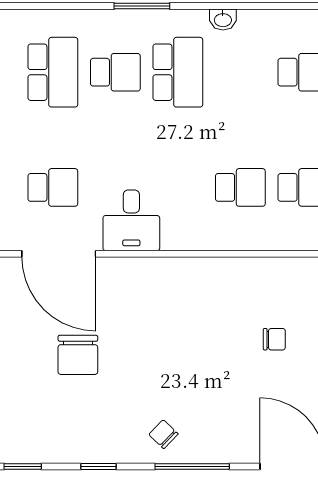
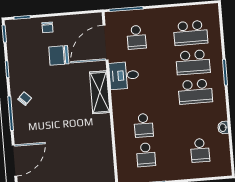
washbasin: (223, 20) -> (223, 128), moved
school desk: (115, 72) -> (193, 62), width x1.85
shelving: (163, 275) -> (100, 92), added
chair: (274, 339) -> (47, 27), moved

